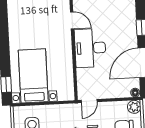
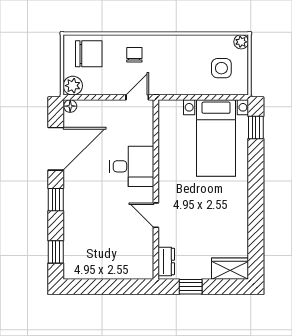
desk: (90, 48) -> (132, 166), width x0.73

